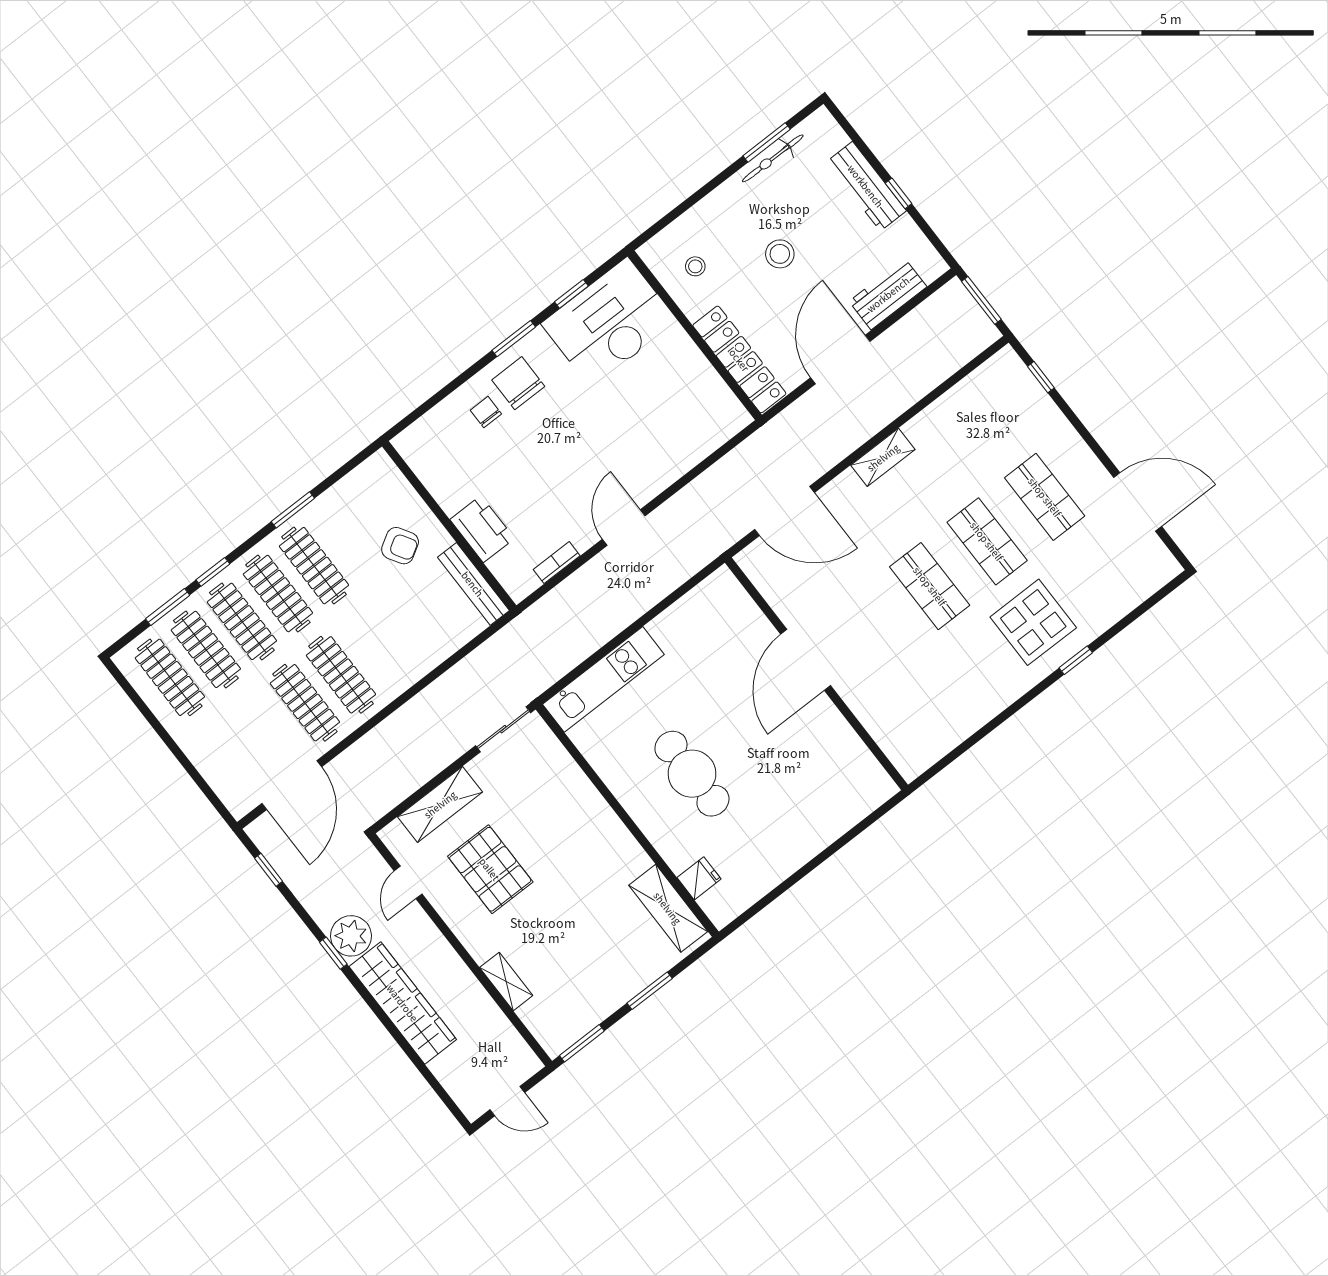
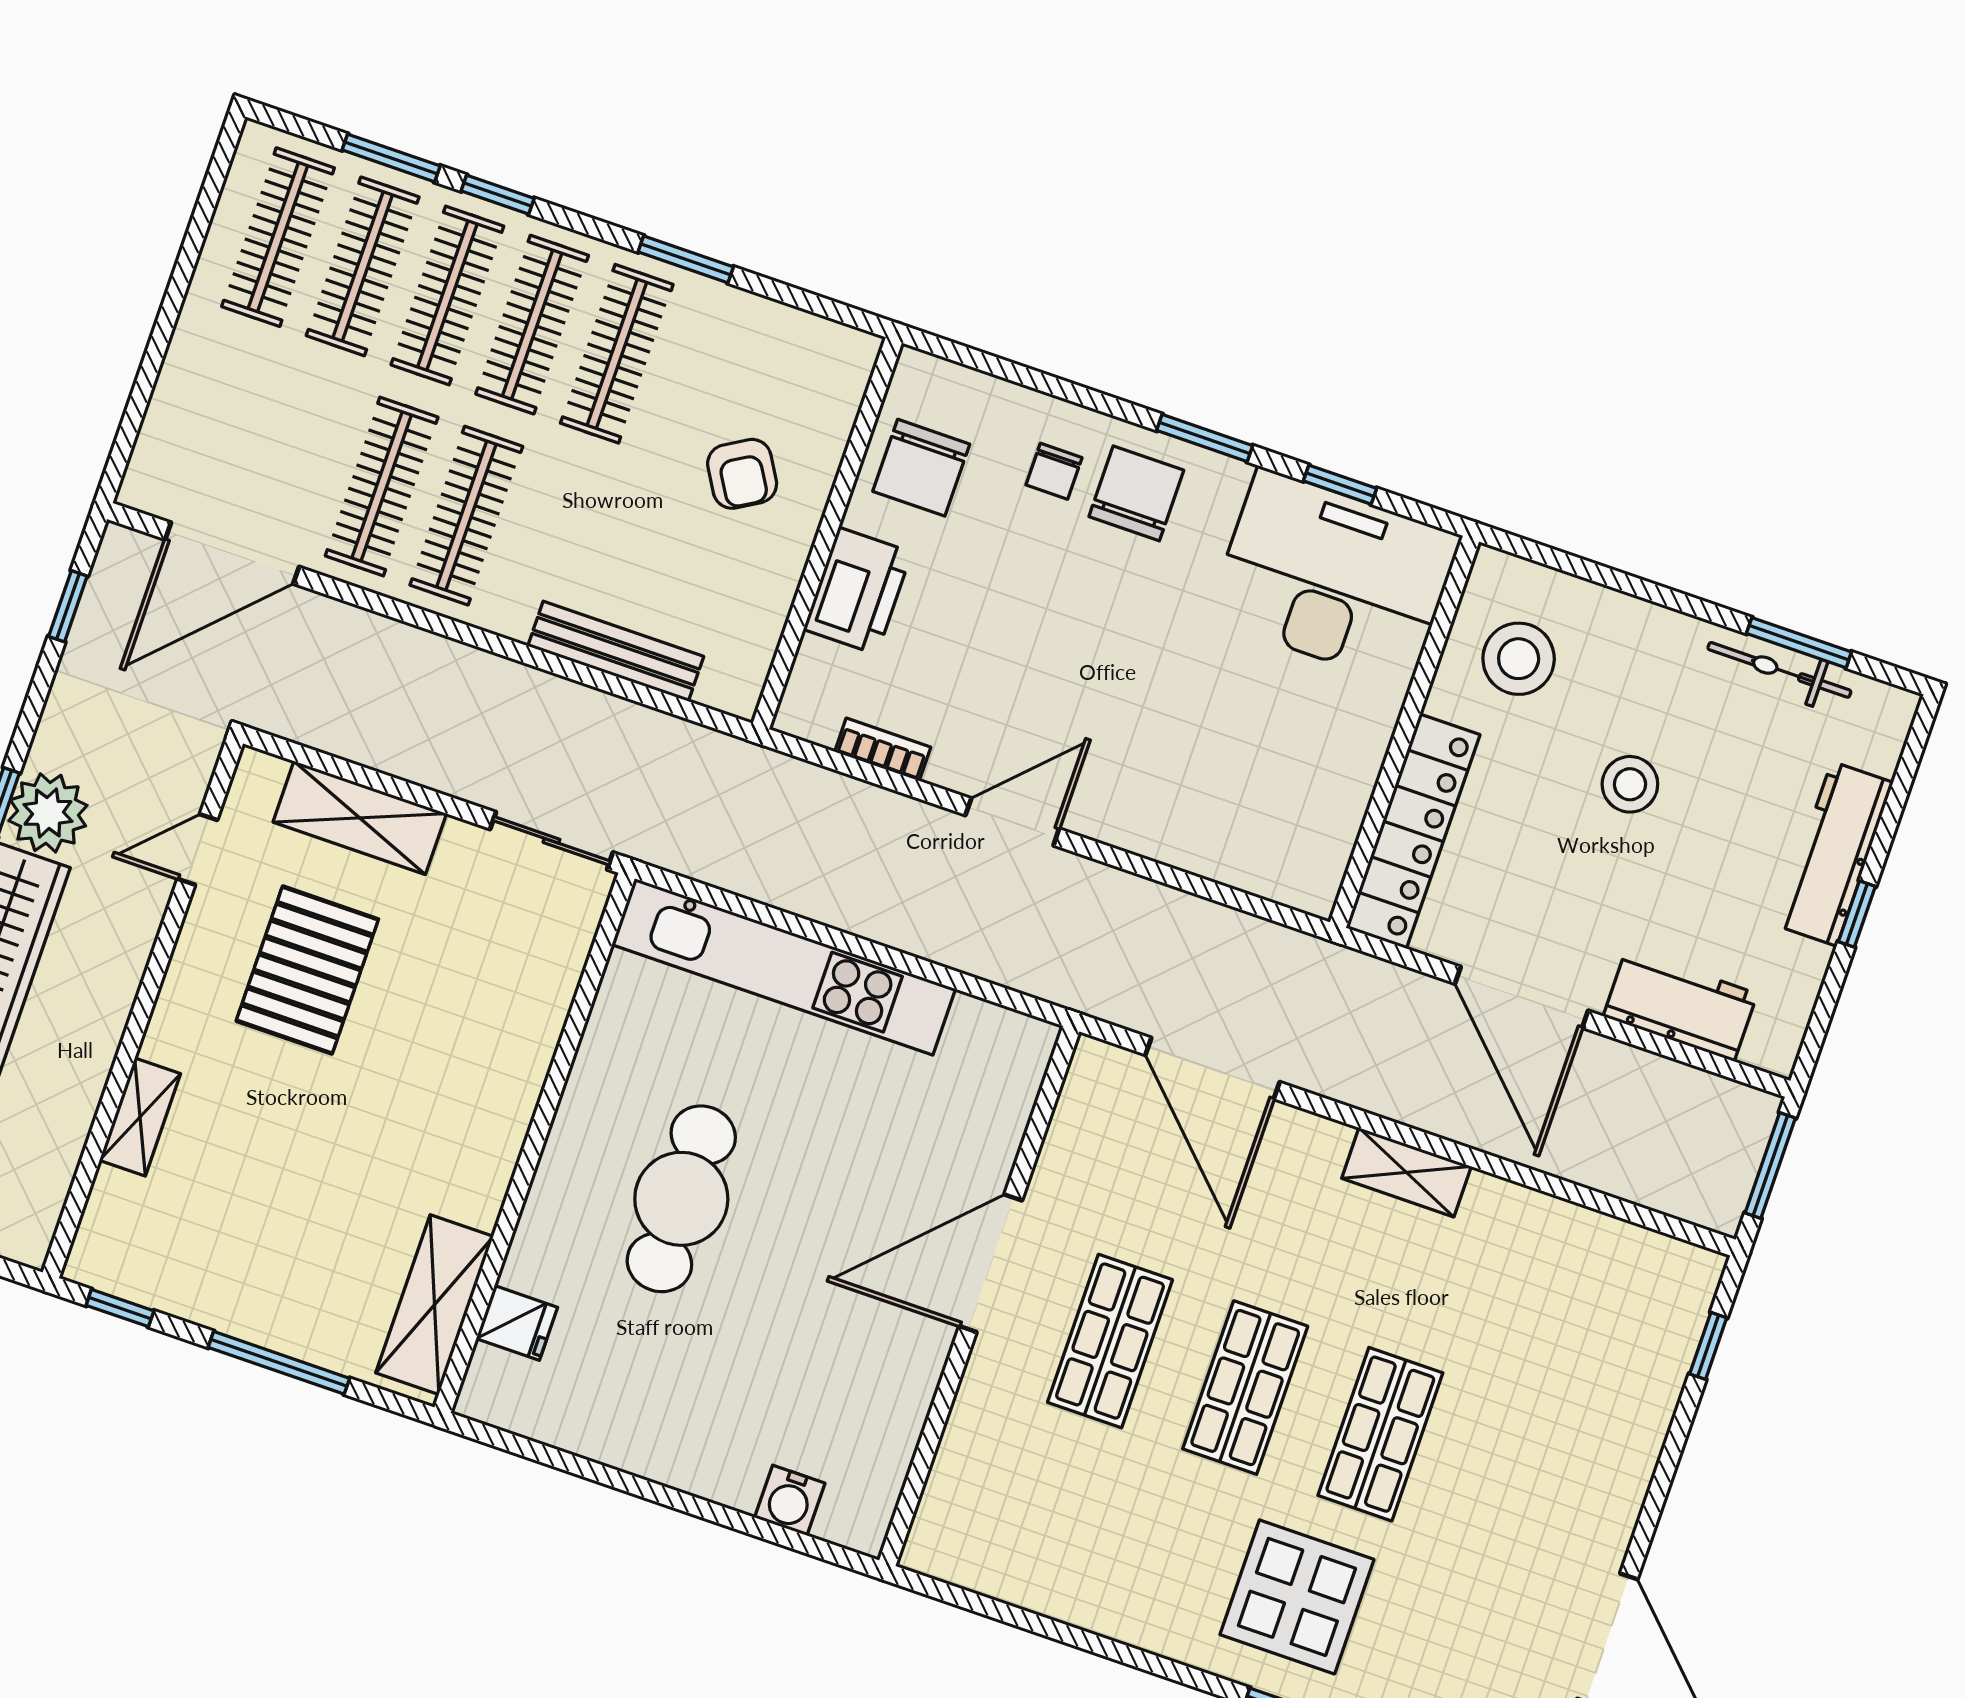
stool: (695, 266) -> (1519, 659), width x1.89, depth x1.89
door: (840, 359) -> (1521, 997), swing flipped
chair: (486, 412) -> (1054, 471), turned 180
chair: (447, 468) -> (921, 468), added
shop shelf: (1045, 497) -> (1110, 1341), moved
bench: (473, 584) -> (616, 651), moved, turned 90
kitchen unit: (603, 679) -> (784, 967), width x1.36
water cooler: (851, 812) -> (790, 1500), added
window: (650, 991) -> (279, 1363), width x1.44
window: (582, 1043) -> (120, 1308), width x0.67

